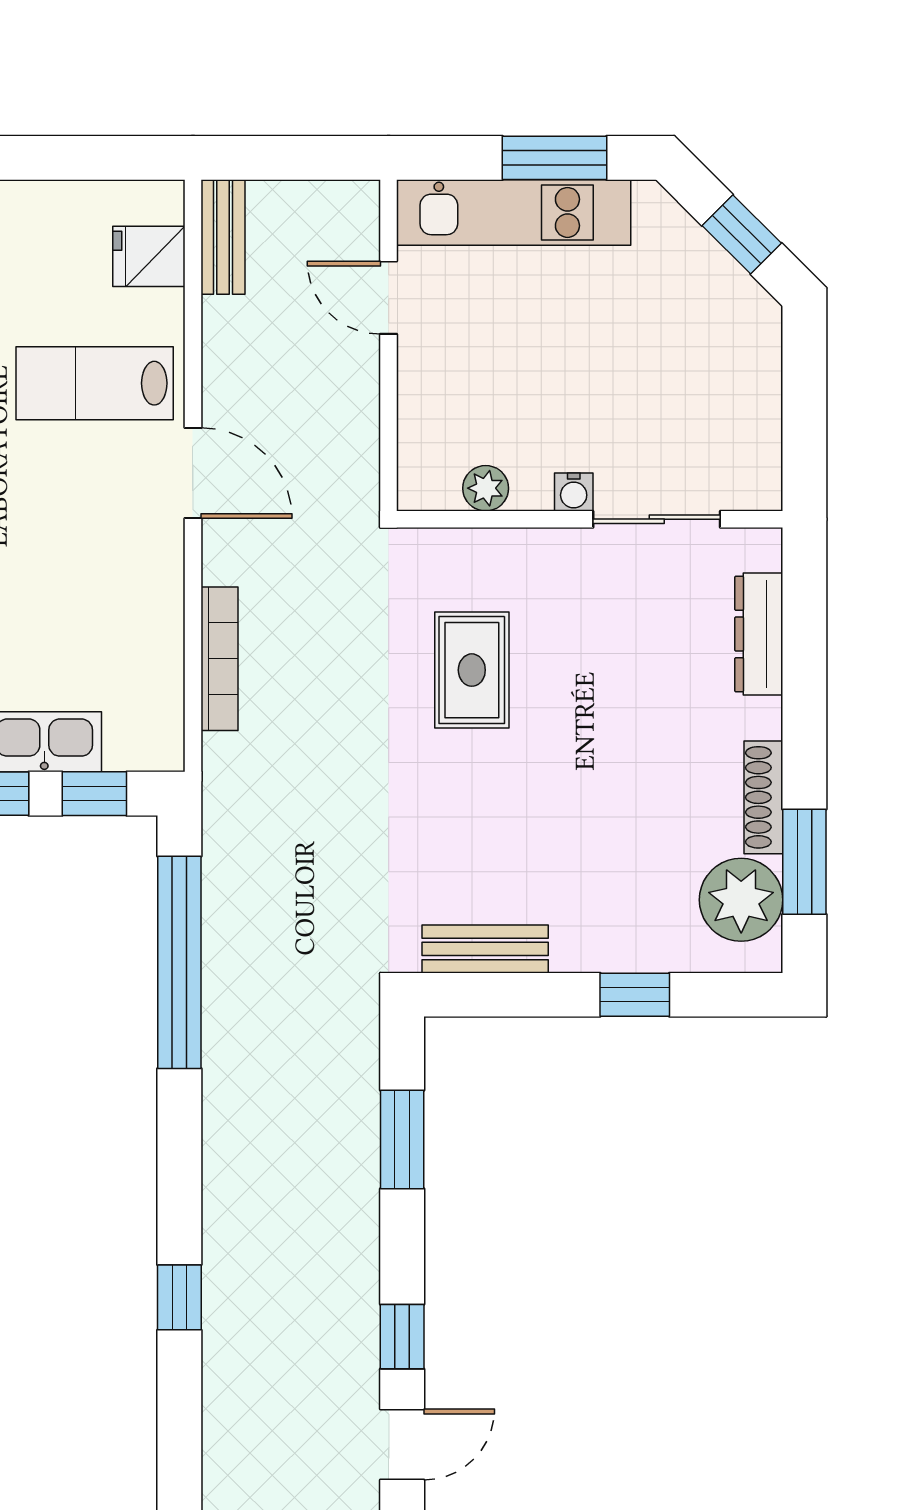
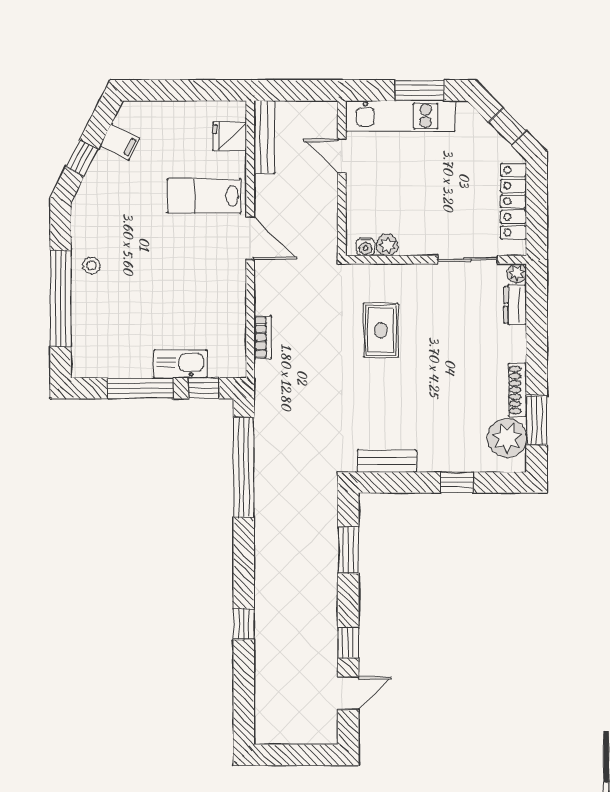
bench: (223, 237) -> (264, 137), width x1.36
locker: (755, 394) -> (513, 201), added
water cooler: (574, 492) -> (366, 247), moved
plant: (762, 548) -> (517, 273), added
dresser: (759, 634) -> (515, 305), width x0.70
bookcase: (219, 659) -> (263, 337), width x0.64

